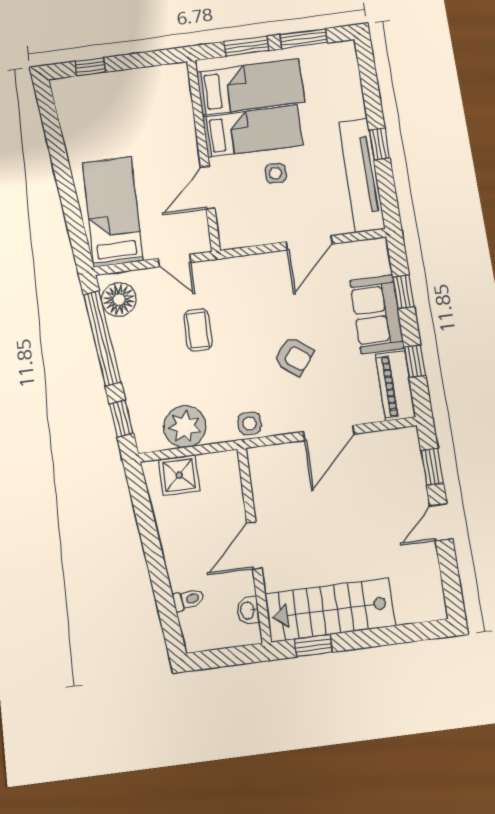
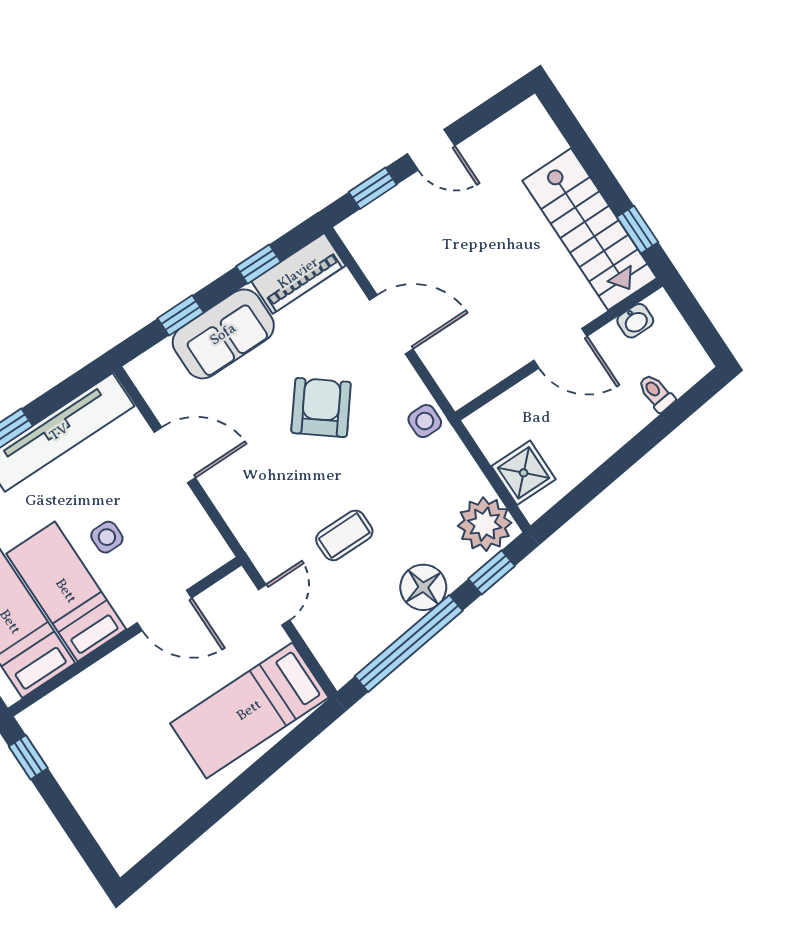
window: (90, 67) -> (28, 757), moved
floor lamp: (119, 299) -> (423, 587), moved
armchair: (294, 356) -> (321, 407), width x1.38, depth x1.38
plant: (185, 426) -> (485, 524), moved

